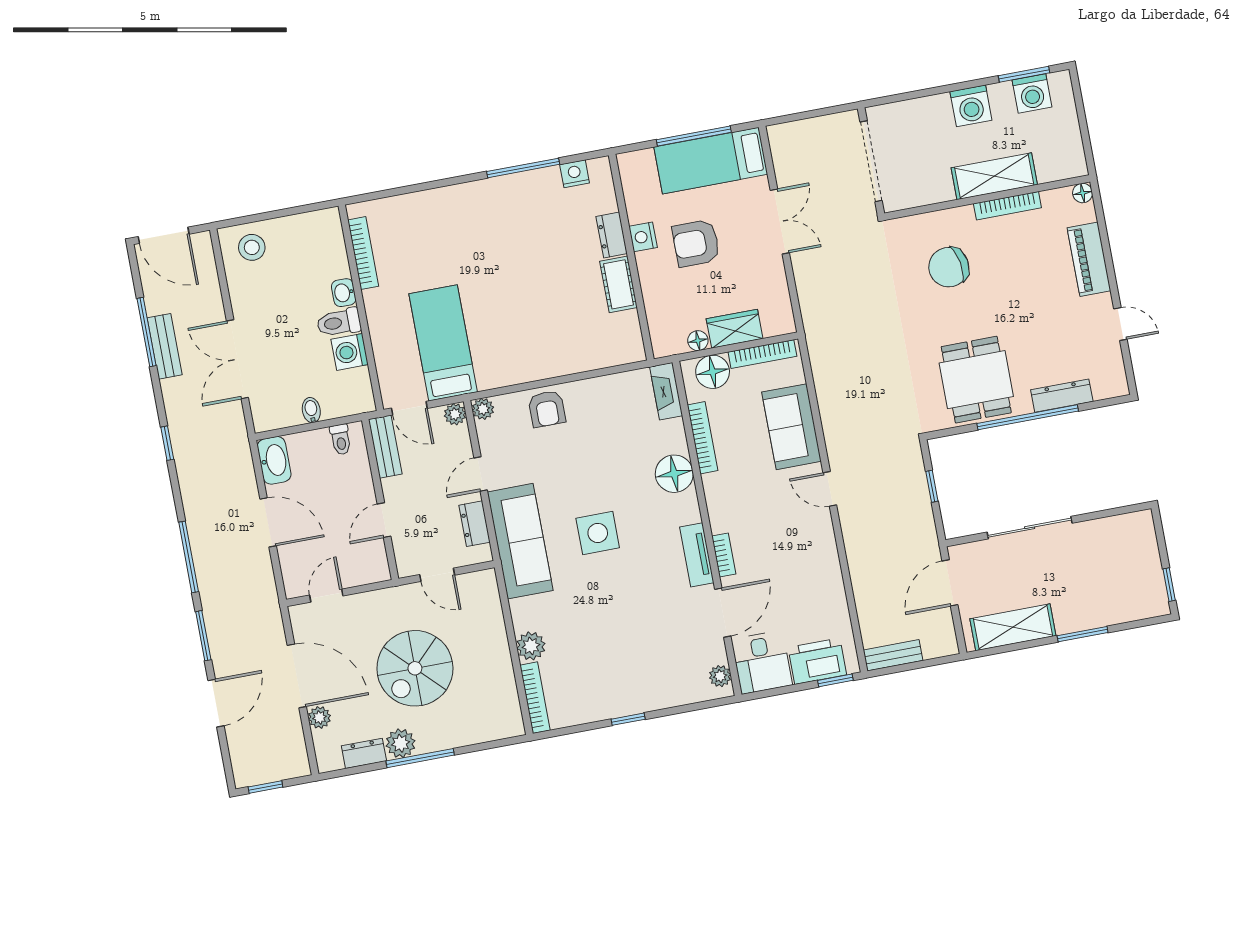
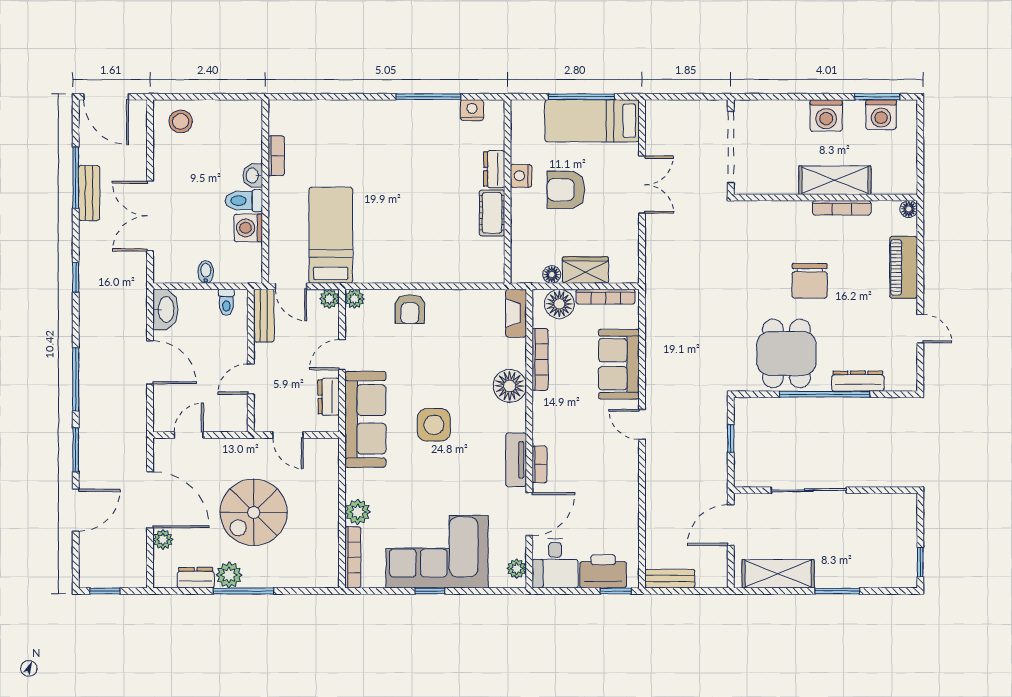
bookcase: (363, 253) -> (276, 156), width x0.64
chair: (949, 267) -> (810, 281), moved, turned -80
corner sofa: (628, 674) -> (437, 552), added

